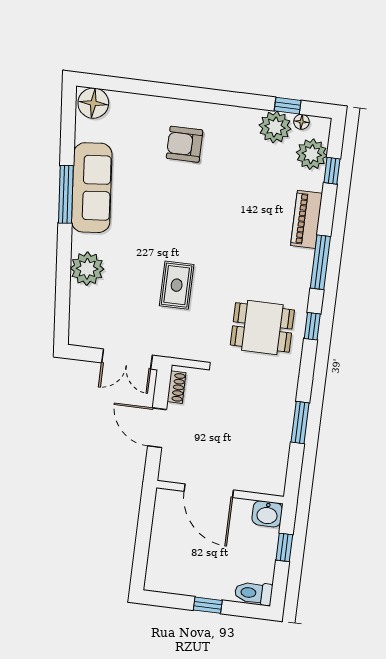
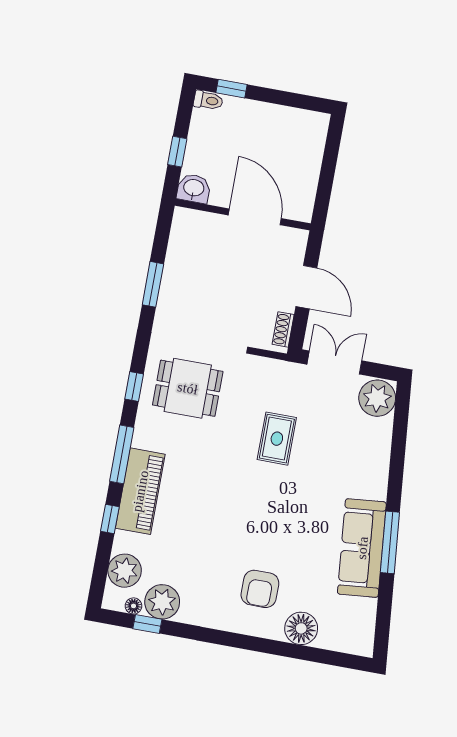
floor lamp: (93, 103) -> (301, 628), moved
armchair: (185, 144) -> (260, 589), turned 90
window: (332, 171) -> (110, 519), moved
piano: (306, 219) -> (140, 491), width x1.37, depth x1.33
plant: (87, 269) -> (377, 398), moved
toilet: (253, 593) -> (208, 100), width x0.73, depth x0.72
window: (208, 605) -> (231, 89), moved

